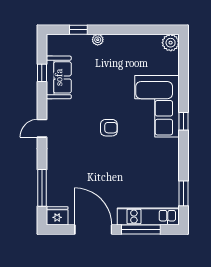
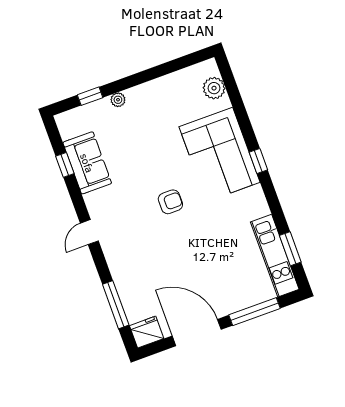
plant: (171, 43) -> (214, 88), moved
kitchen unit: (148, 217) -> (275, 256), moved, turned -90

